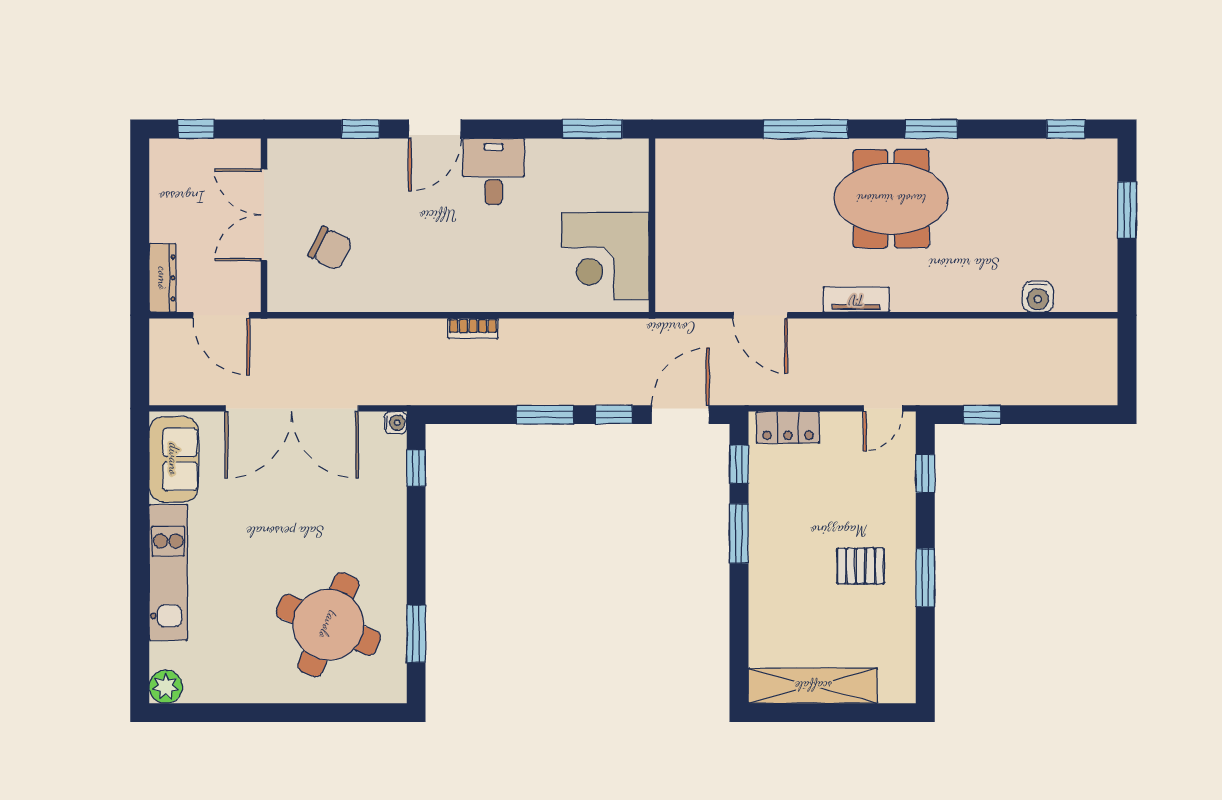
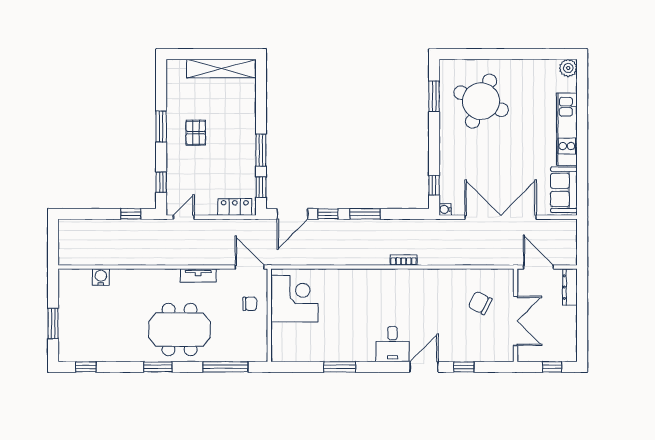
wall: (652, 225) -> (269, 315), moved
chair: (760, 247) -> (250, 304), added
corner desk: (605, 256) -> (294, 299), moved
pallet: (861, 566) -> (196, 133), turned 90

